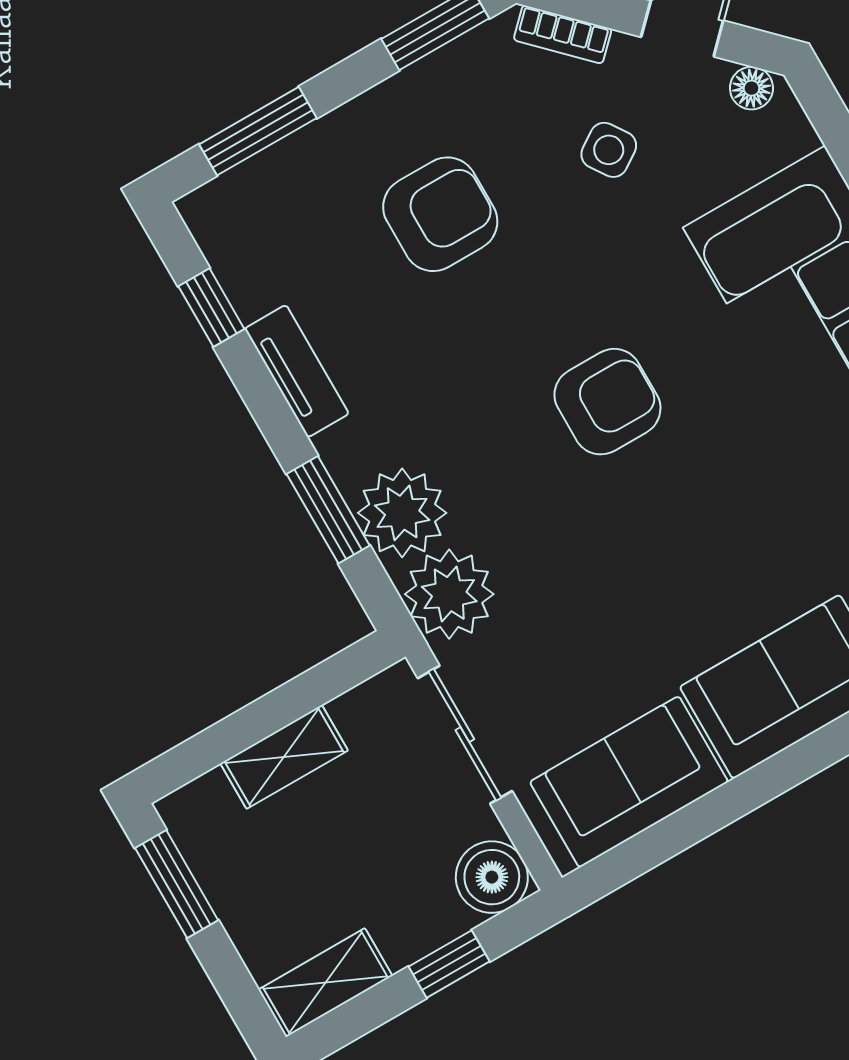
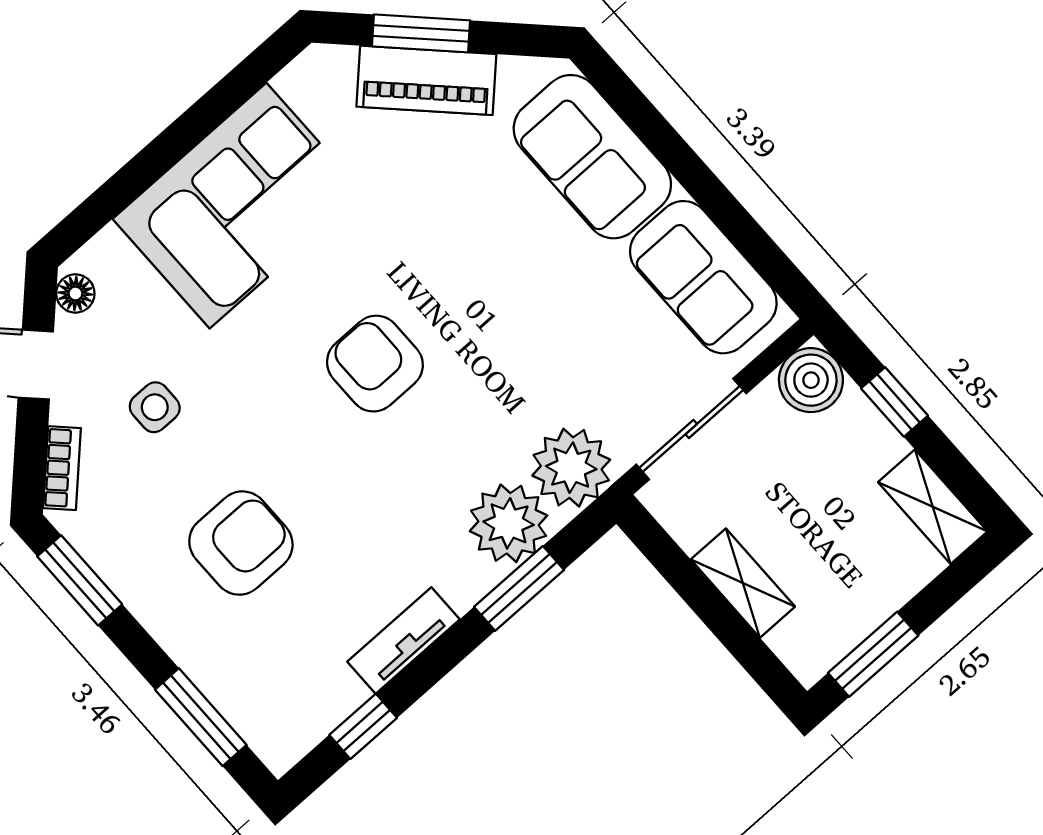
side table: (609, 150) -> (155, 407), turned 34
armchair: (440, 214) -> (241, 543), turned 90

